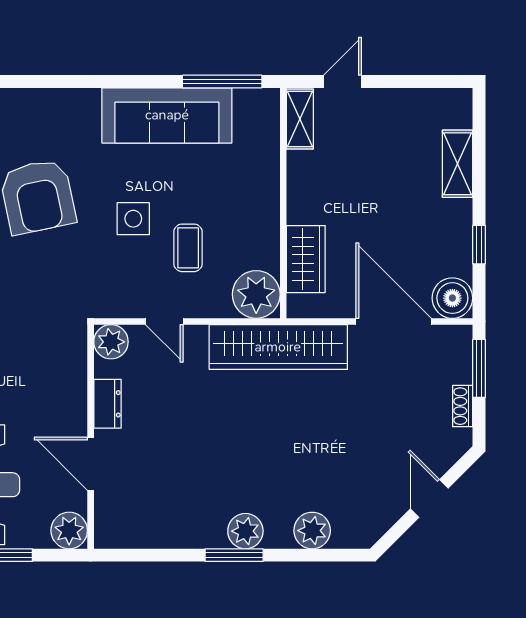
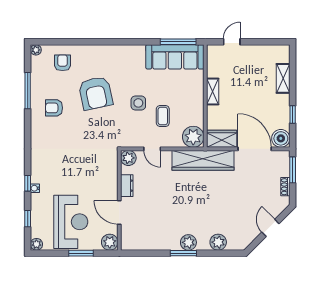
sofa: (167, 115) -> (175, 57), moved
shelving: (300, 119) -> (213, 92), moved
wardrobe: (306, 259) -> (222, 139), moved, turned -90

